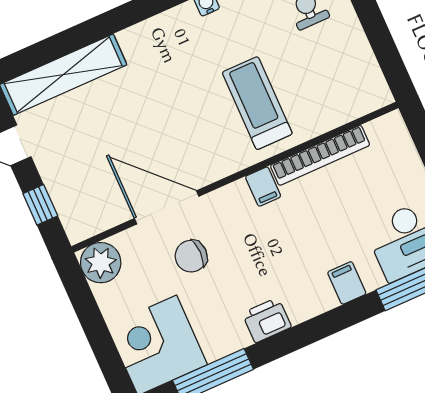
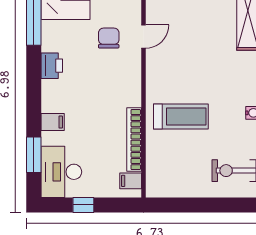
filing cabinet: (263, 187) -> (131, 181), moved
door: (167, 207) -> (143, 36), width x0.53

